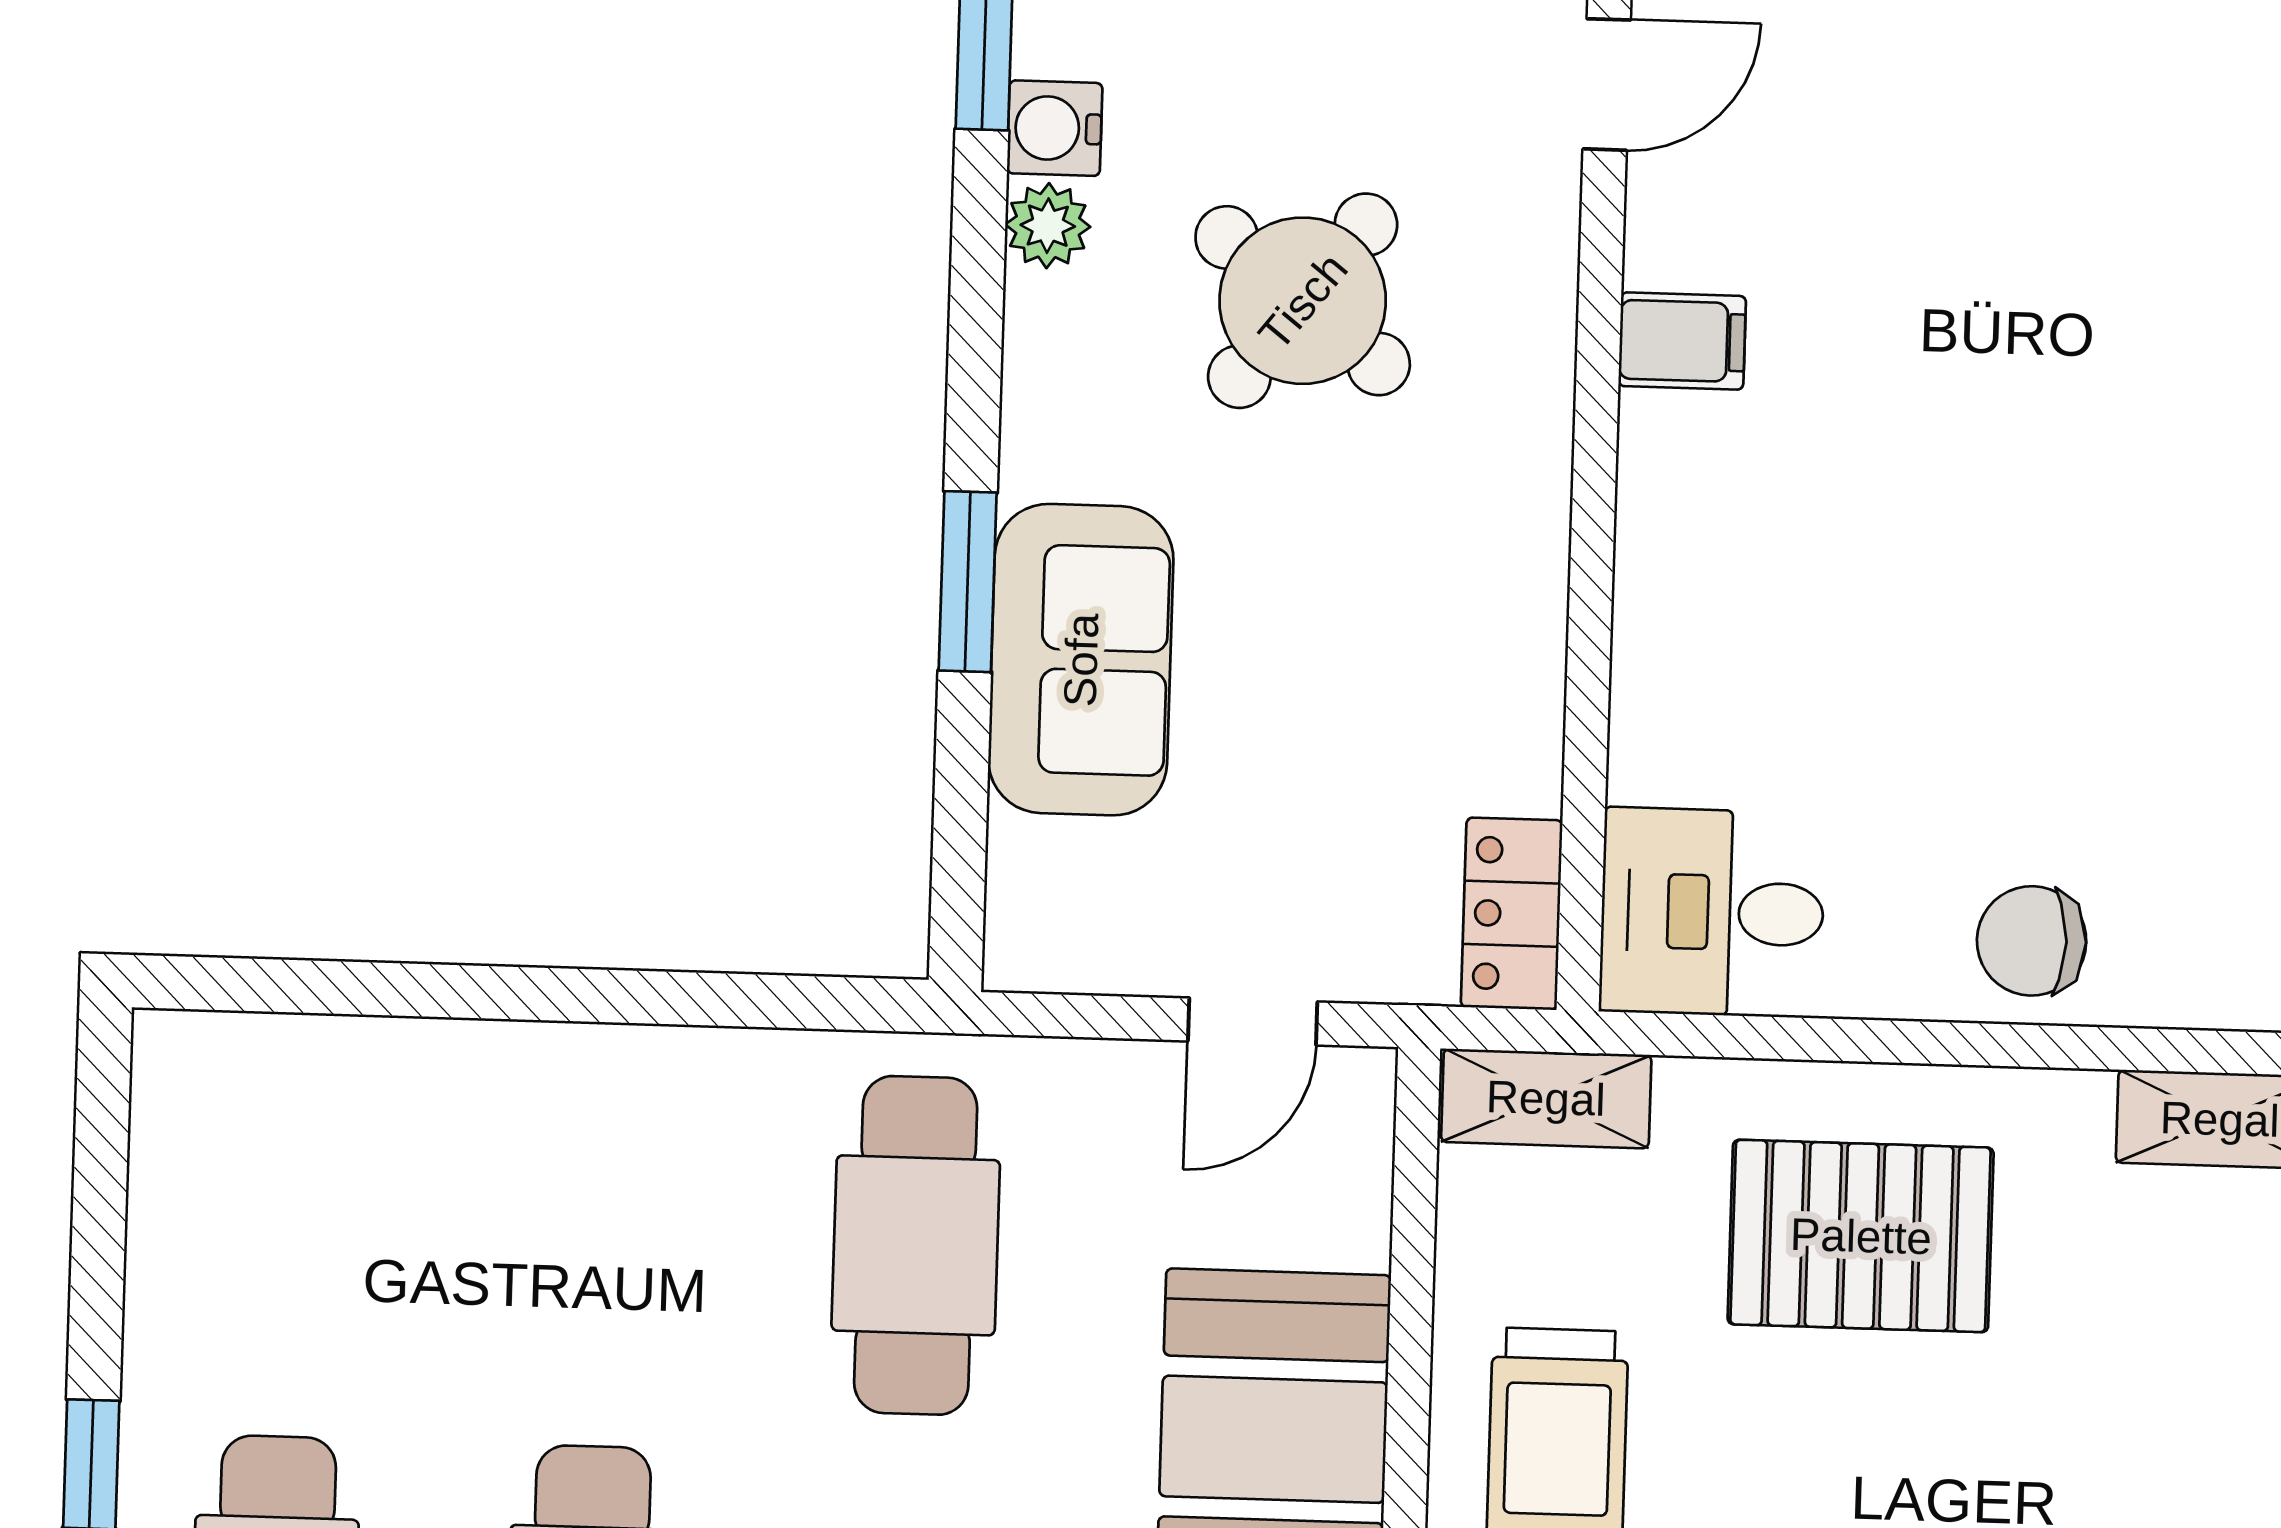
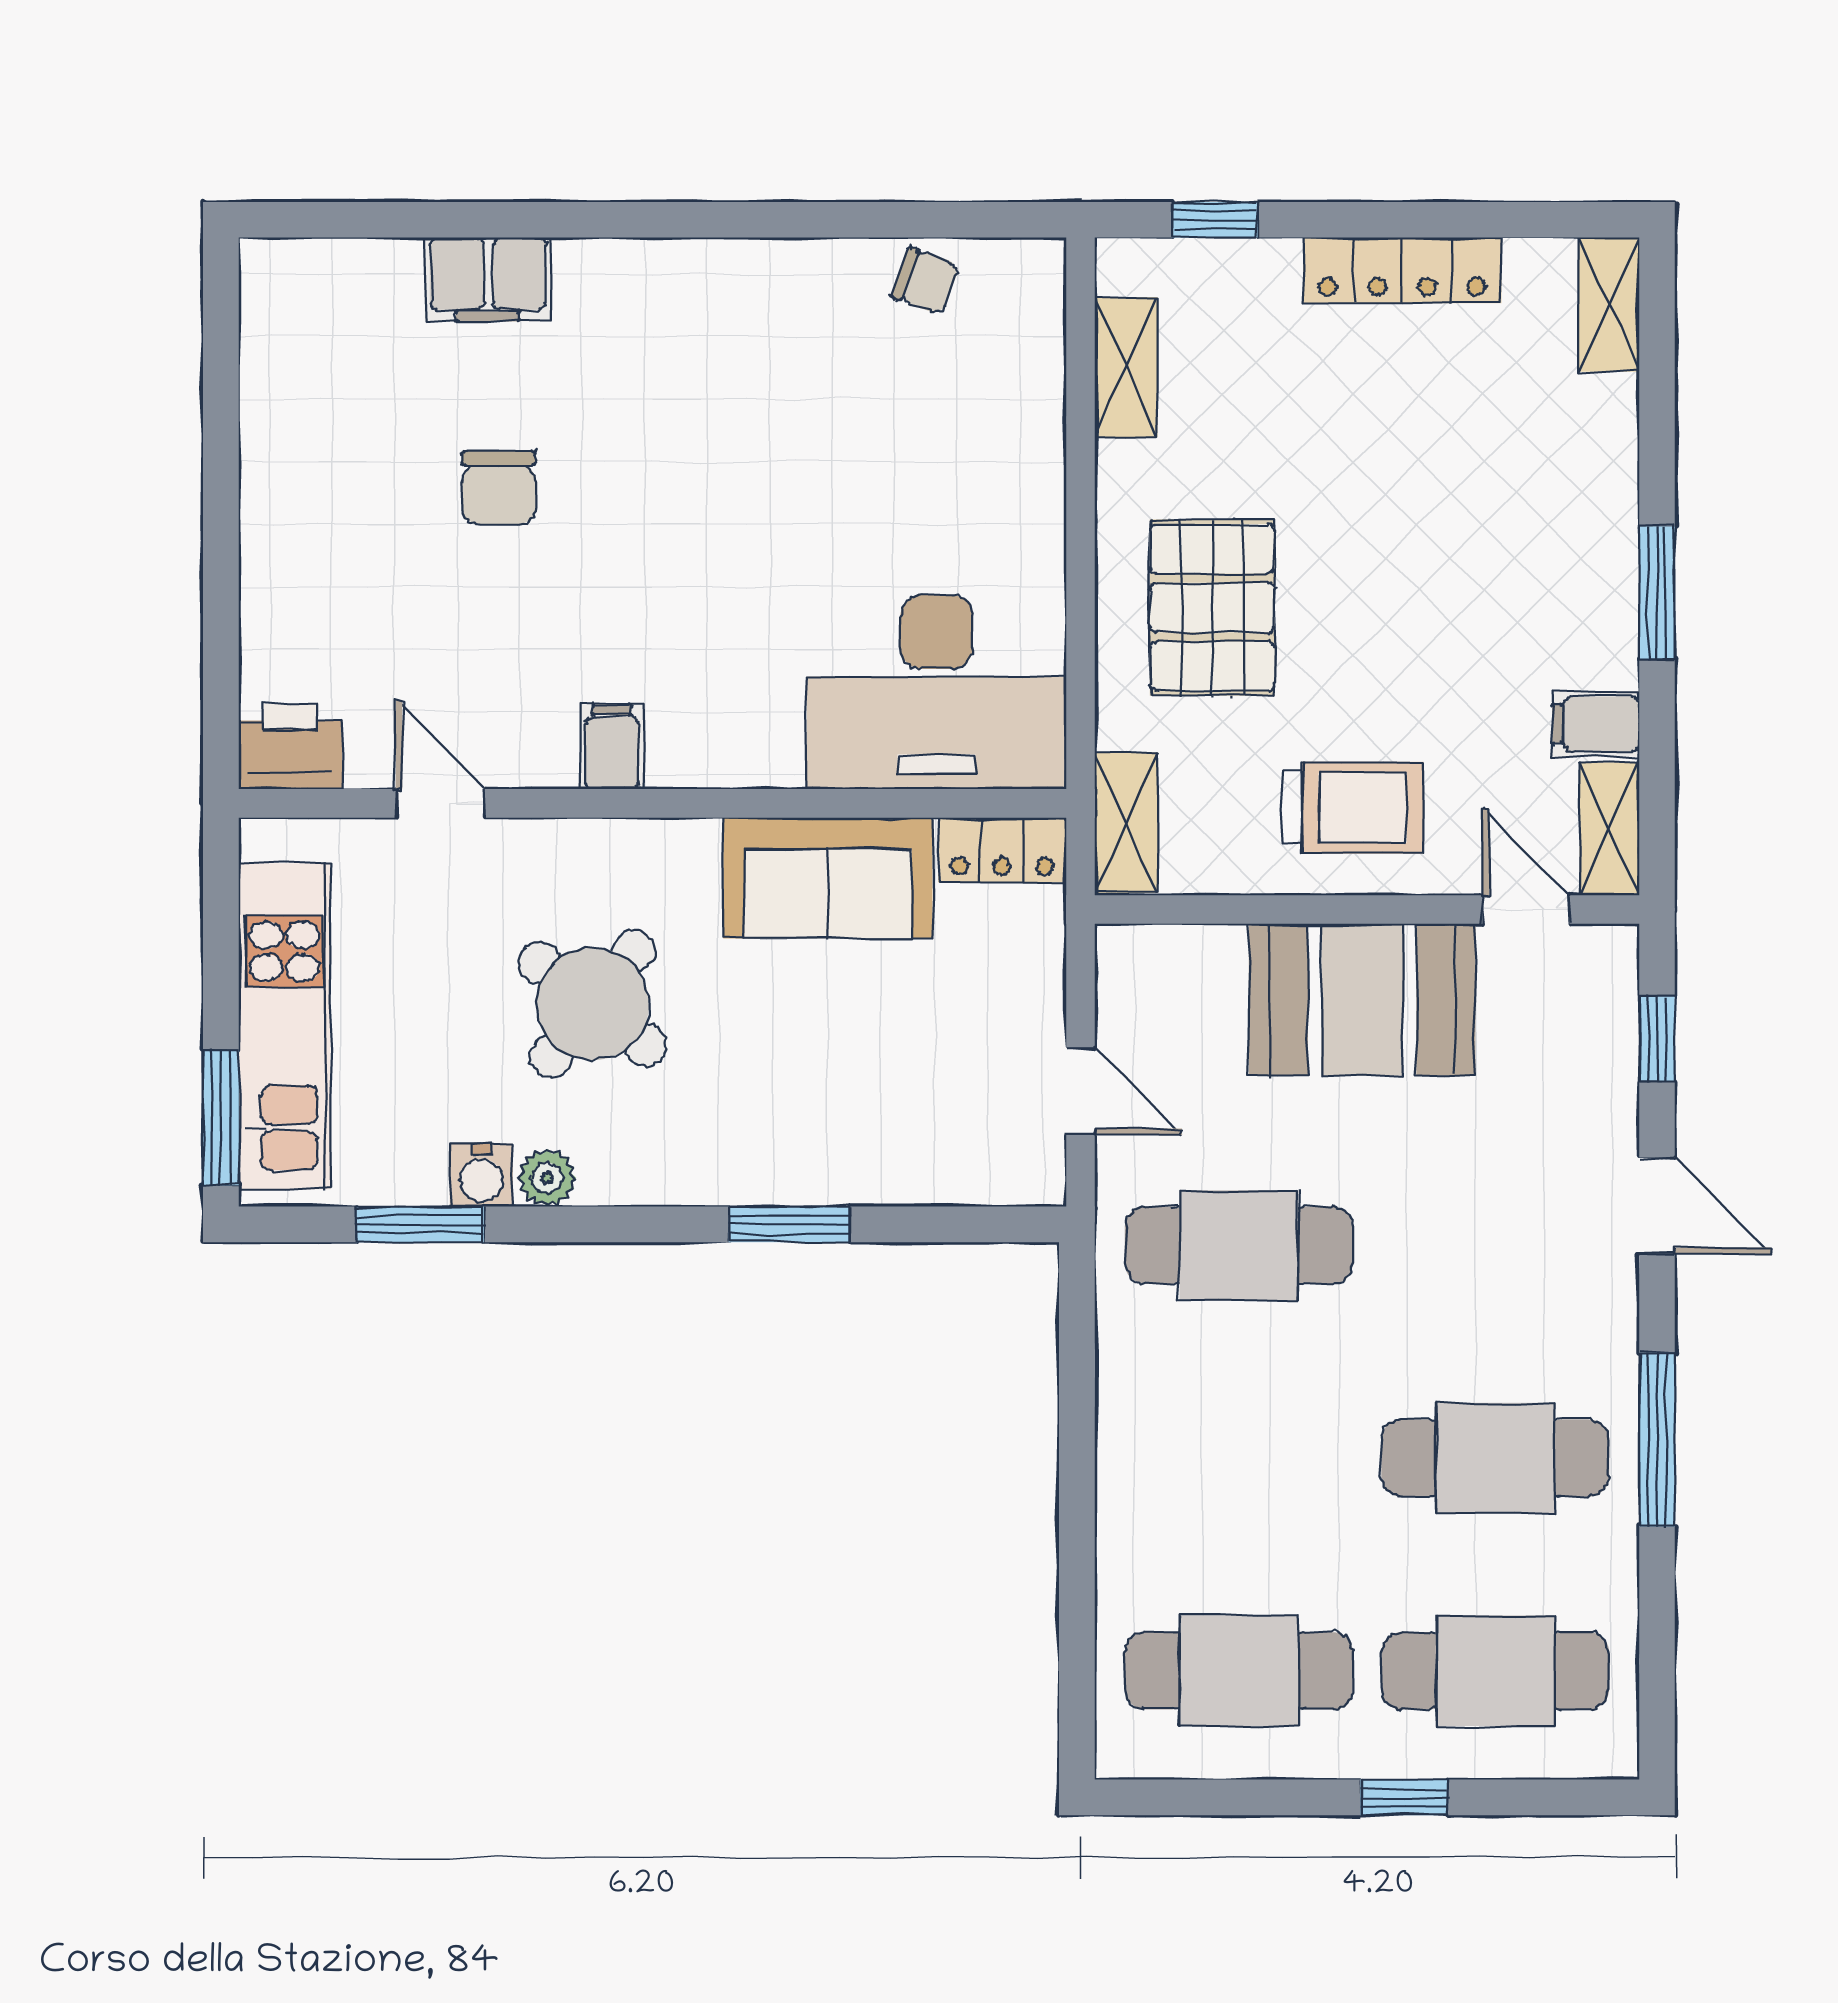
sofa: (1081, 660) -> (828, 878), moved, turned 180
desk: (1712, 912) -> (937, 692), width x1.87, depth x1.30
chair: (2032, 941) -> (499, 487), moved
door: (1253, 1022) -> (1080, 1091), moved
cafe table: (286, 1226) -> (1239, 1671), added

